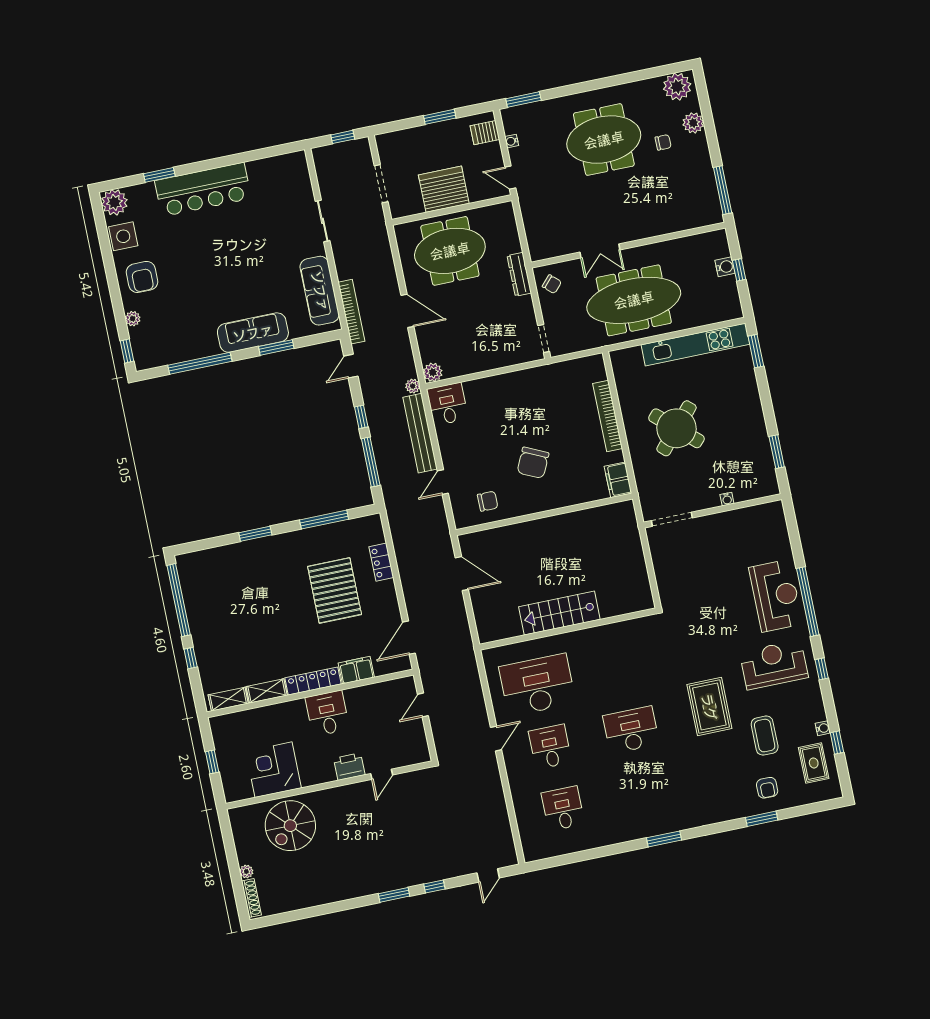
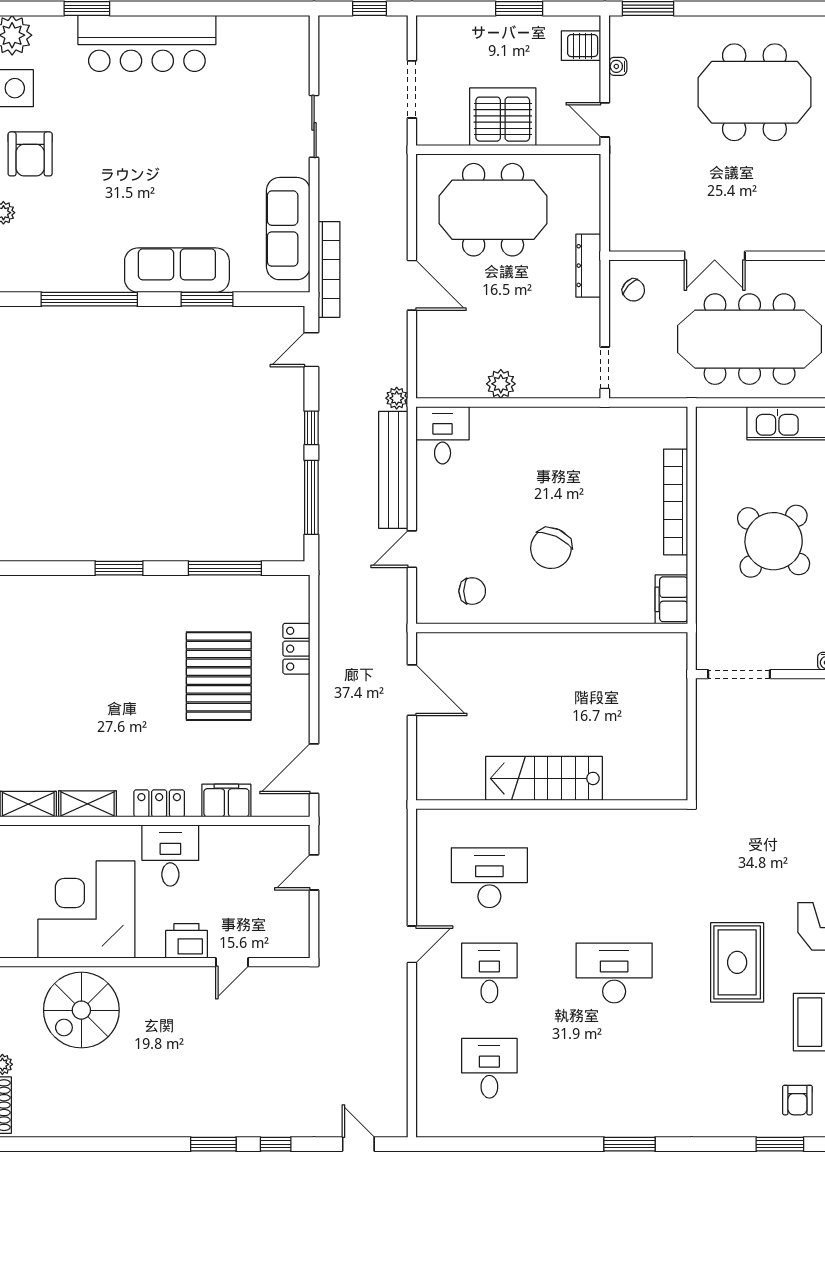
plant: (433, 372) -> (501, 384), moved
locker: (313, 681) -> (159, 803), width x0.66
desk: (537, 685) -> (489, 878), width x0.73, depth x0.77
corner desk: (273, 770) -> (86, 909), width x1.36, depth x1.36
door: (488, 875) -> (358, 1144), swing flipped

